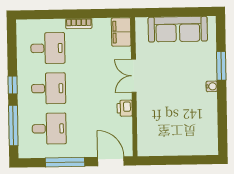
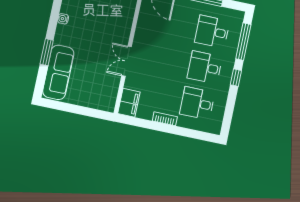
sofa: (178, 29) -> (58, 72), moved, turned 90
double door: (134, 76) -> (127, 61), swing flipped
water cooler: (212, 86) -> (63, 19), moved
printer: (125, 108) -> (141, 34), removed

